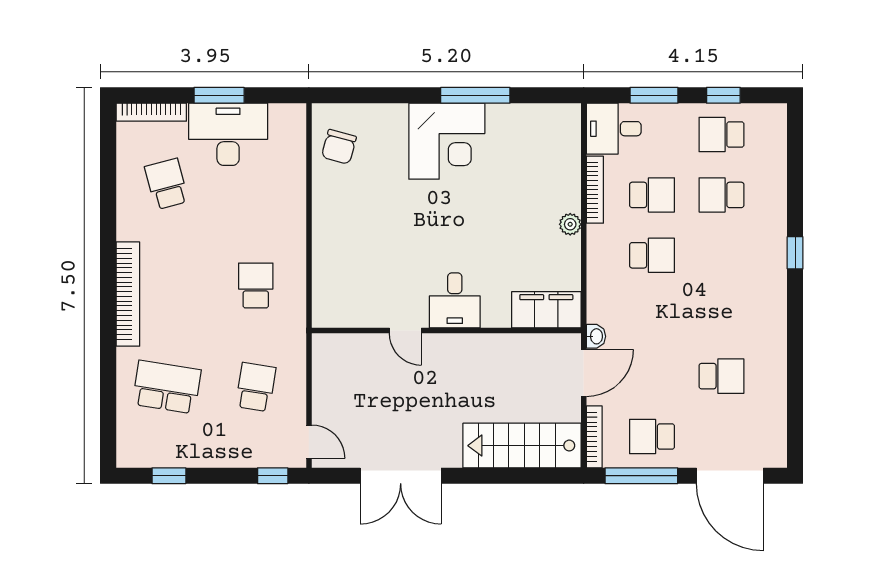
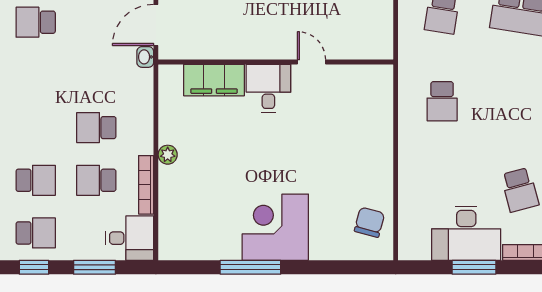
filing cabinet: (546, 310) -> (214, 80), moved

